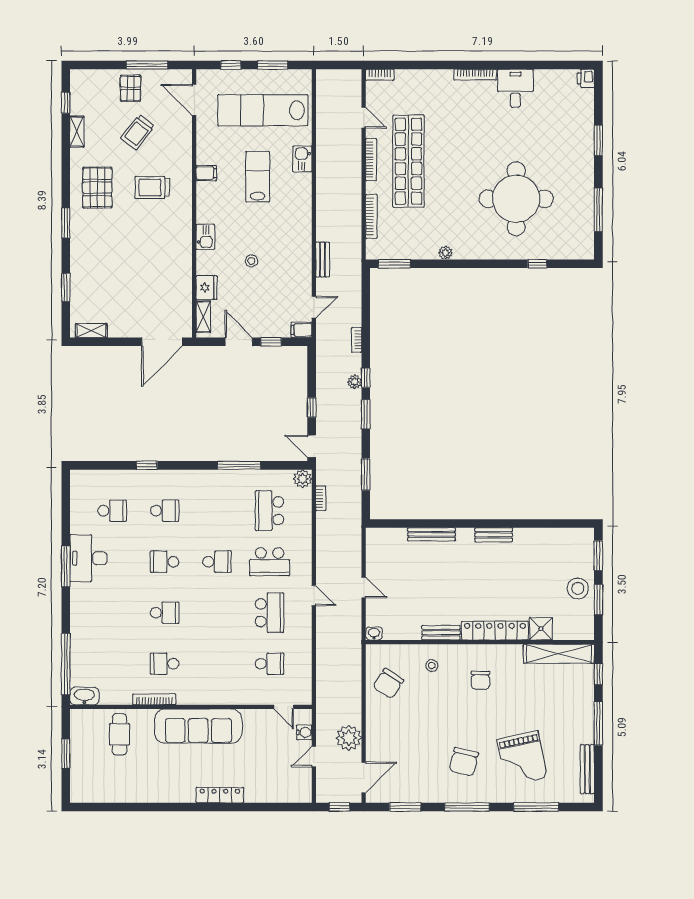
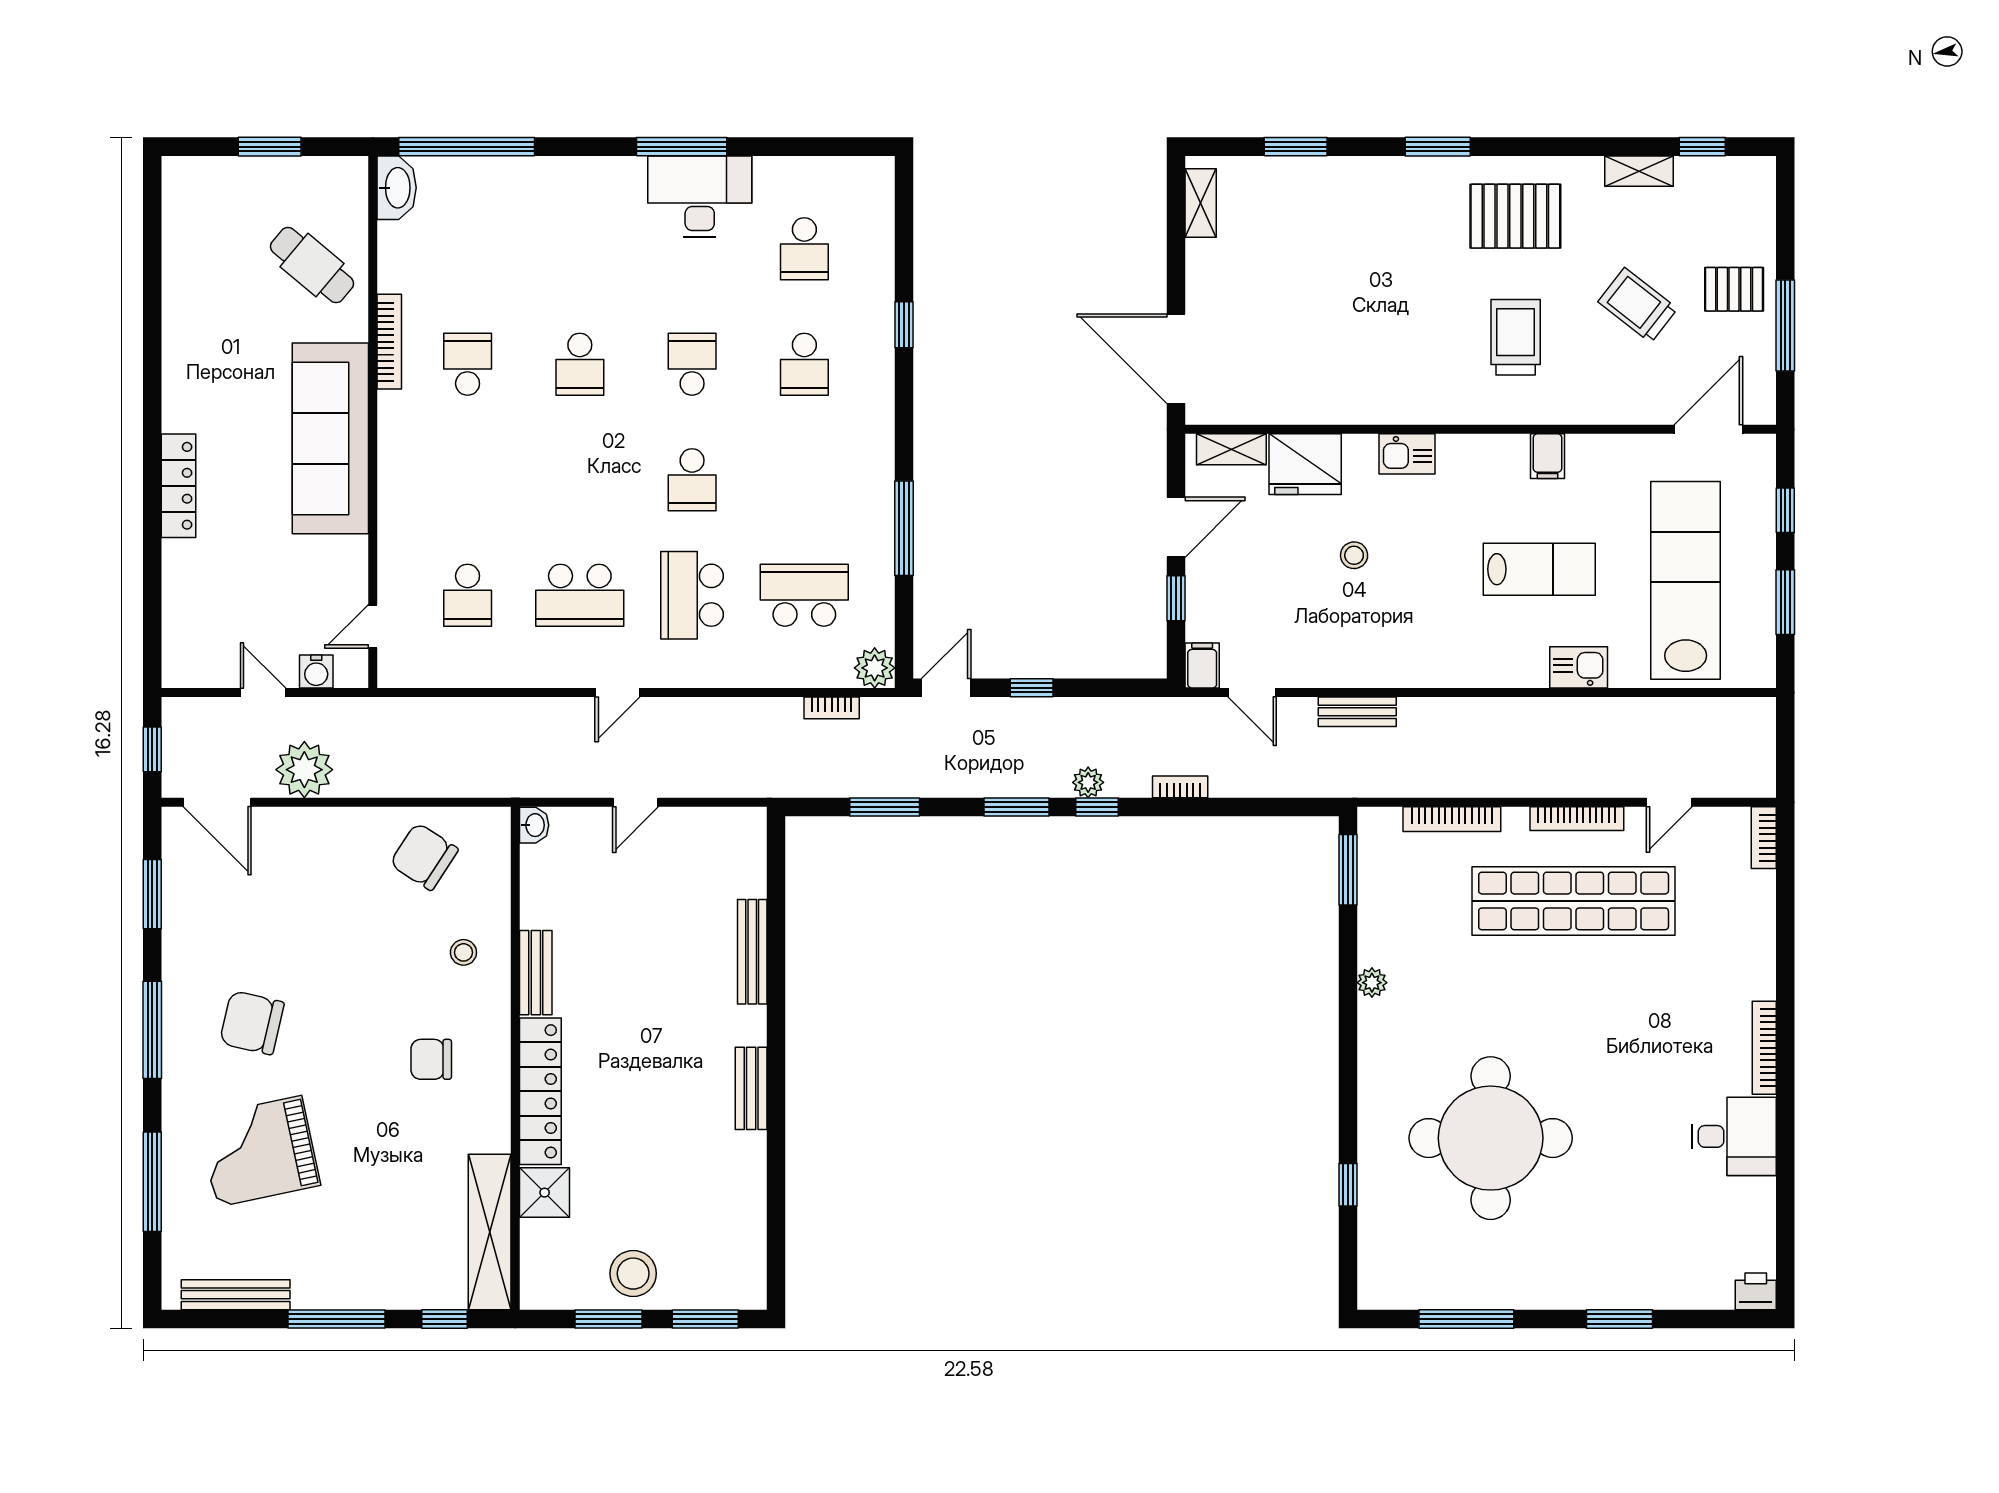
fridge: (206, 288) -> (1305, 464), width x1.36, depth x1.34
cafe table: (120, 734) -> (312, 265), turned 40

